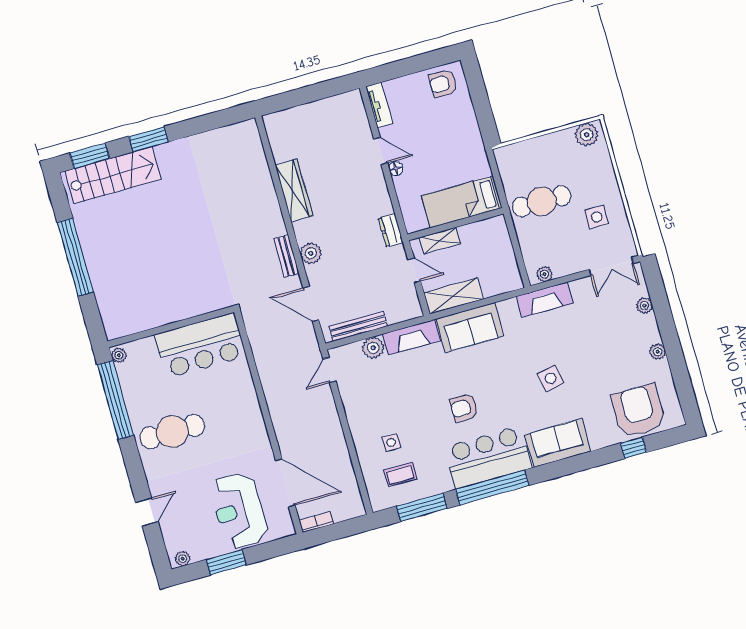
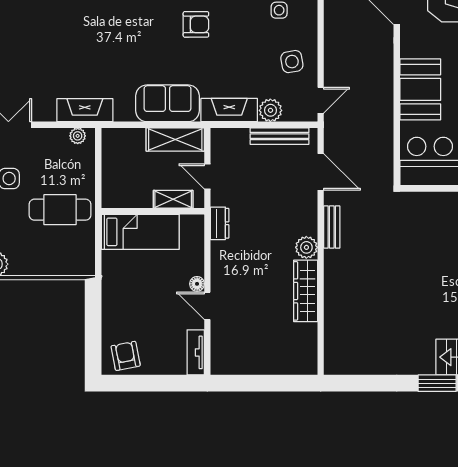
armchair: (443, 84) -> (126, 356), turned -101
plant: (311, 253) -> (306, 247), moved
side table: (551, 378) -> (292, 62), moved
booth: (240, 406) -> (420, 89), added

